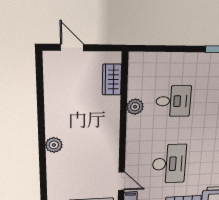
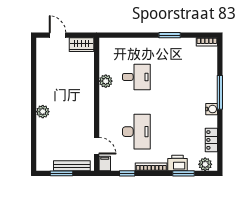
wardrobe: (112, 80) -> (82, 45), moved, turned -90

